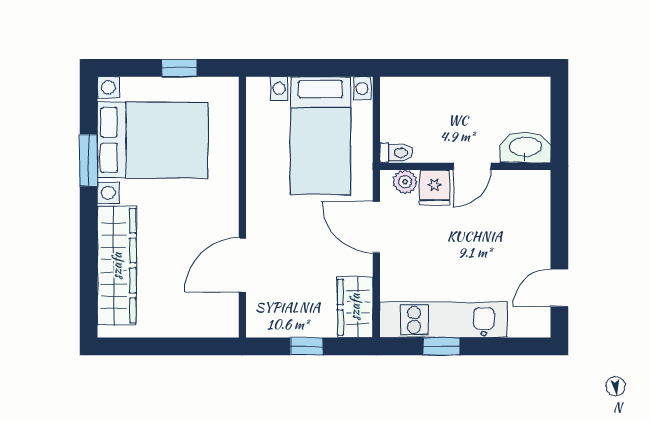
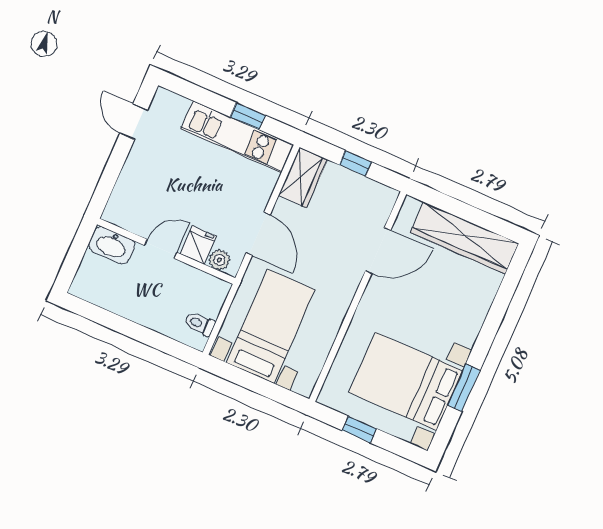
toilet: (396, 153) -> (200, 324), moved
wardrobe: (117, 266) -> (465, 238), moved, turned -90
door: (559, 288) -> (134, 122), swing flipped

